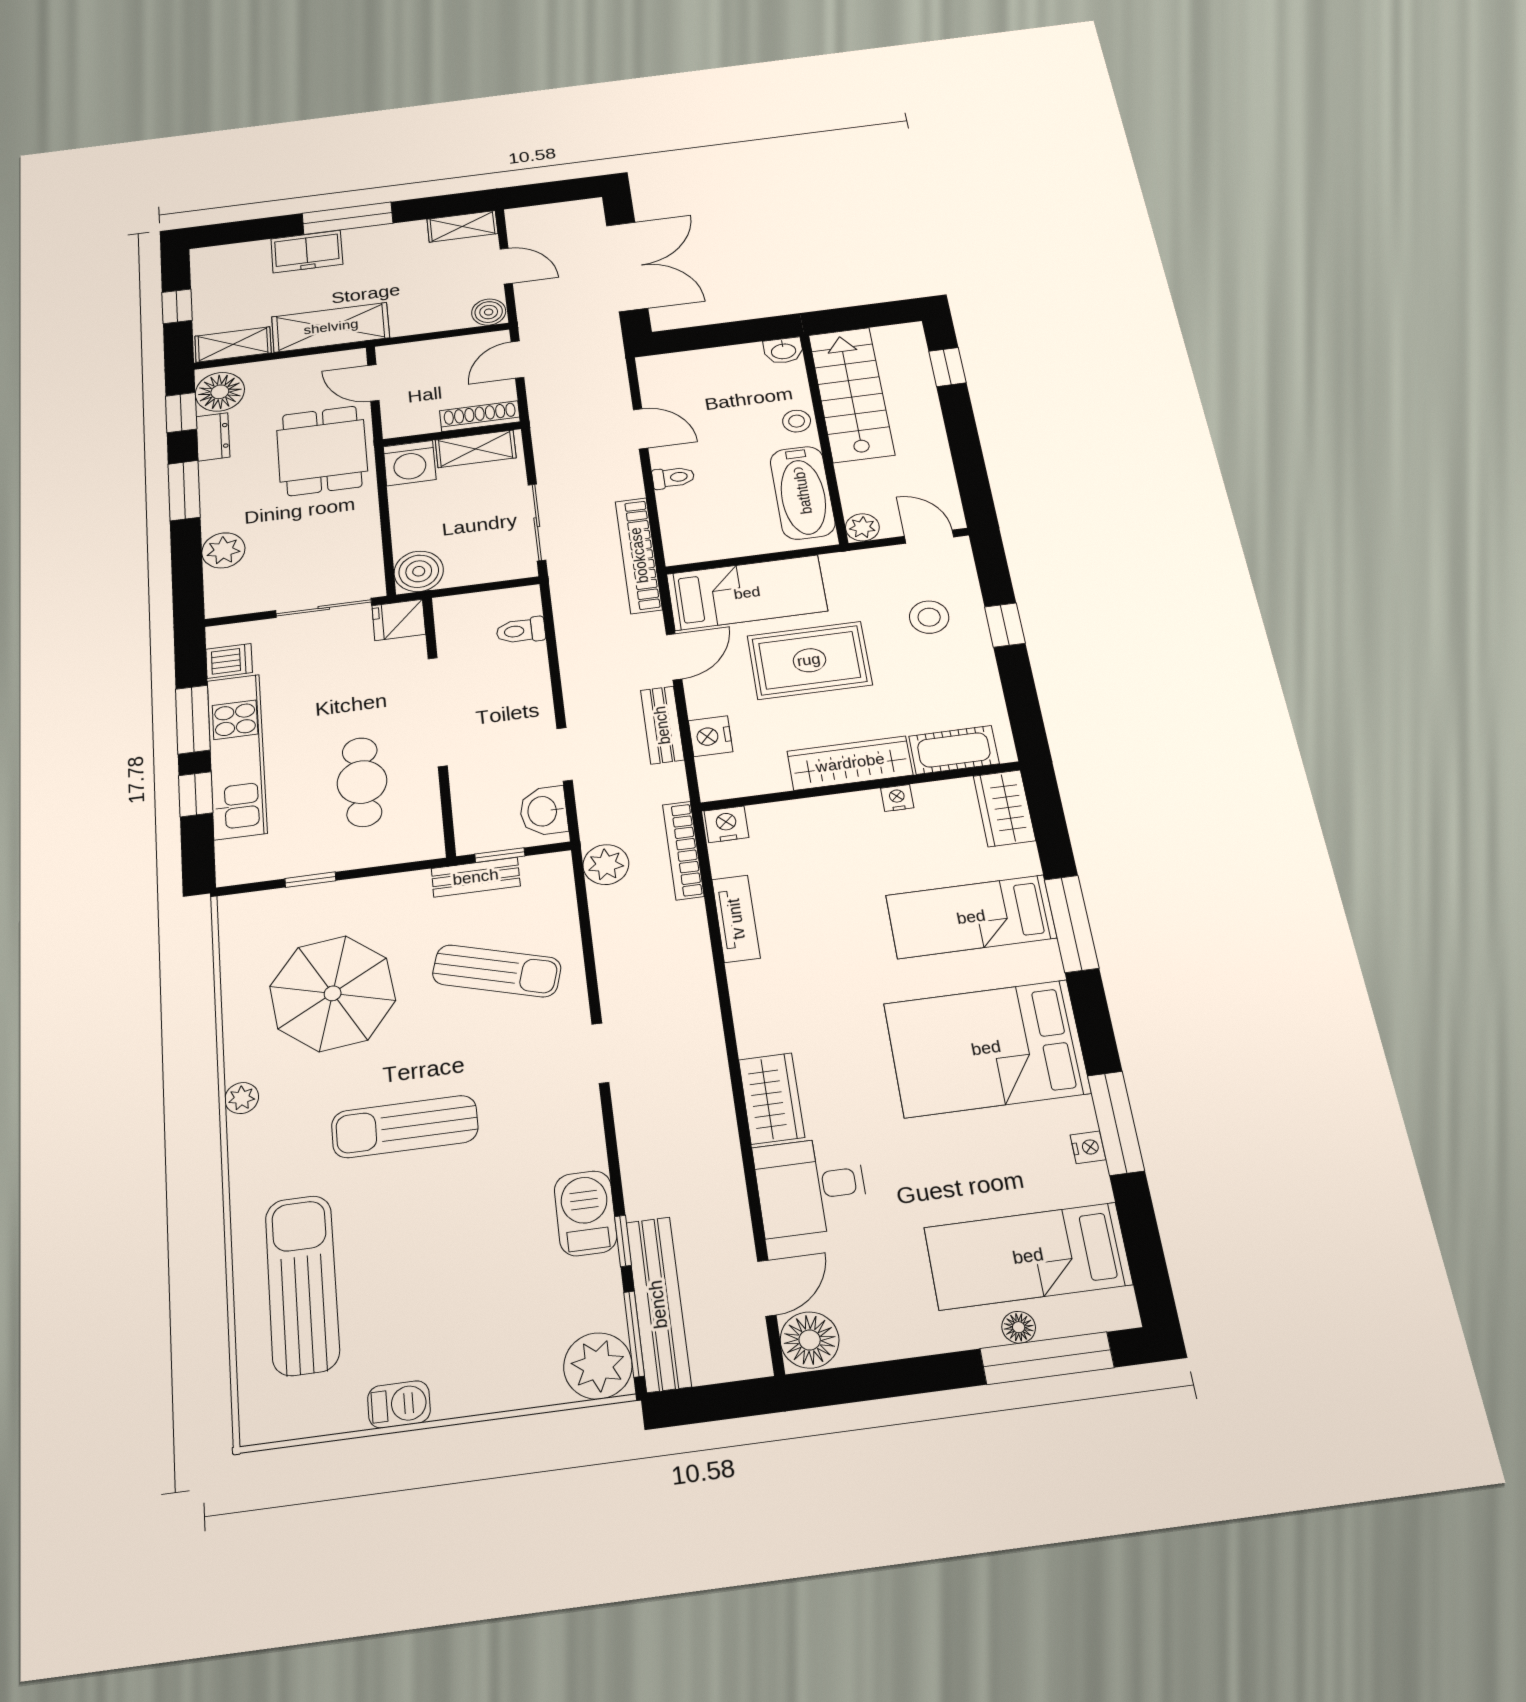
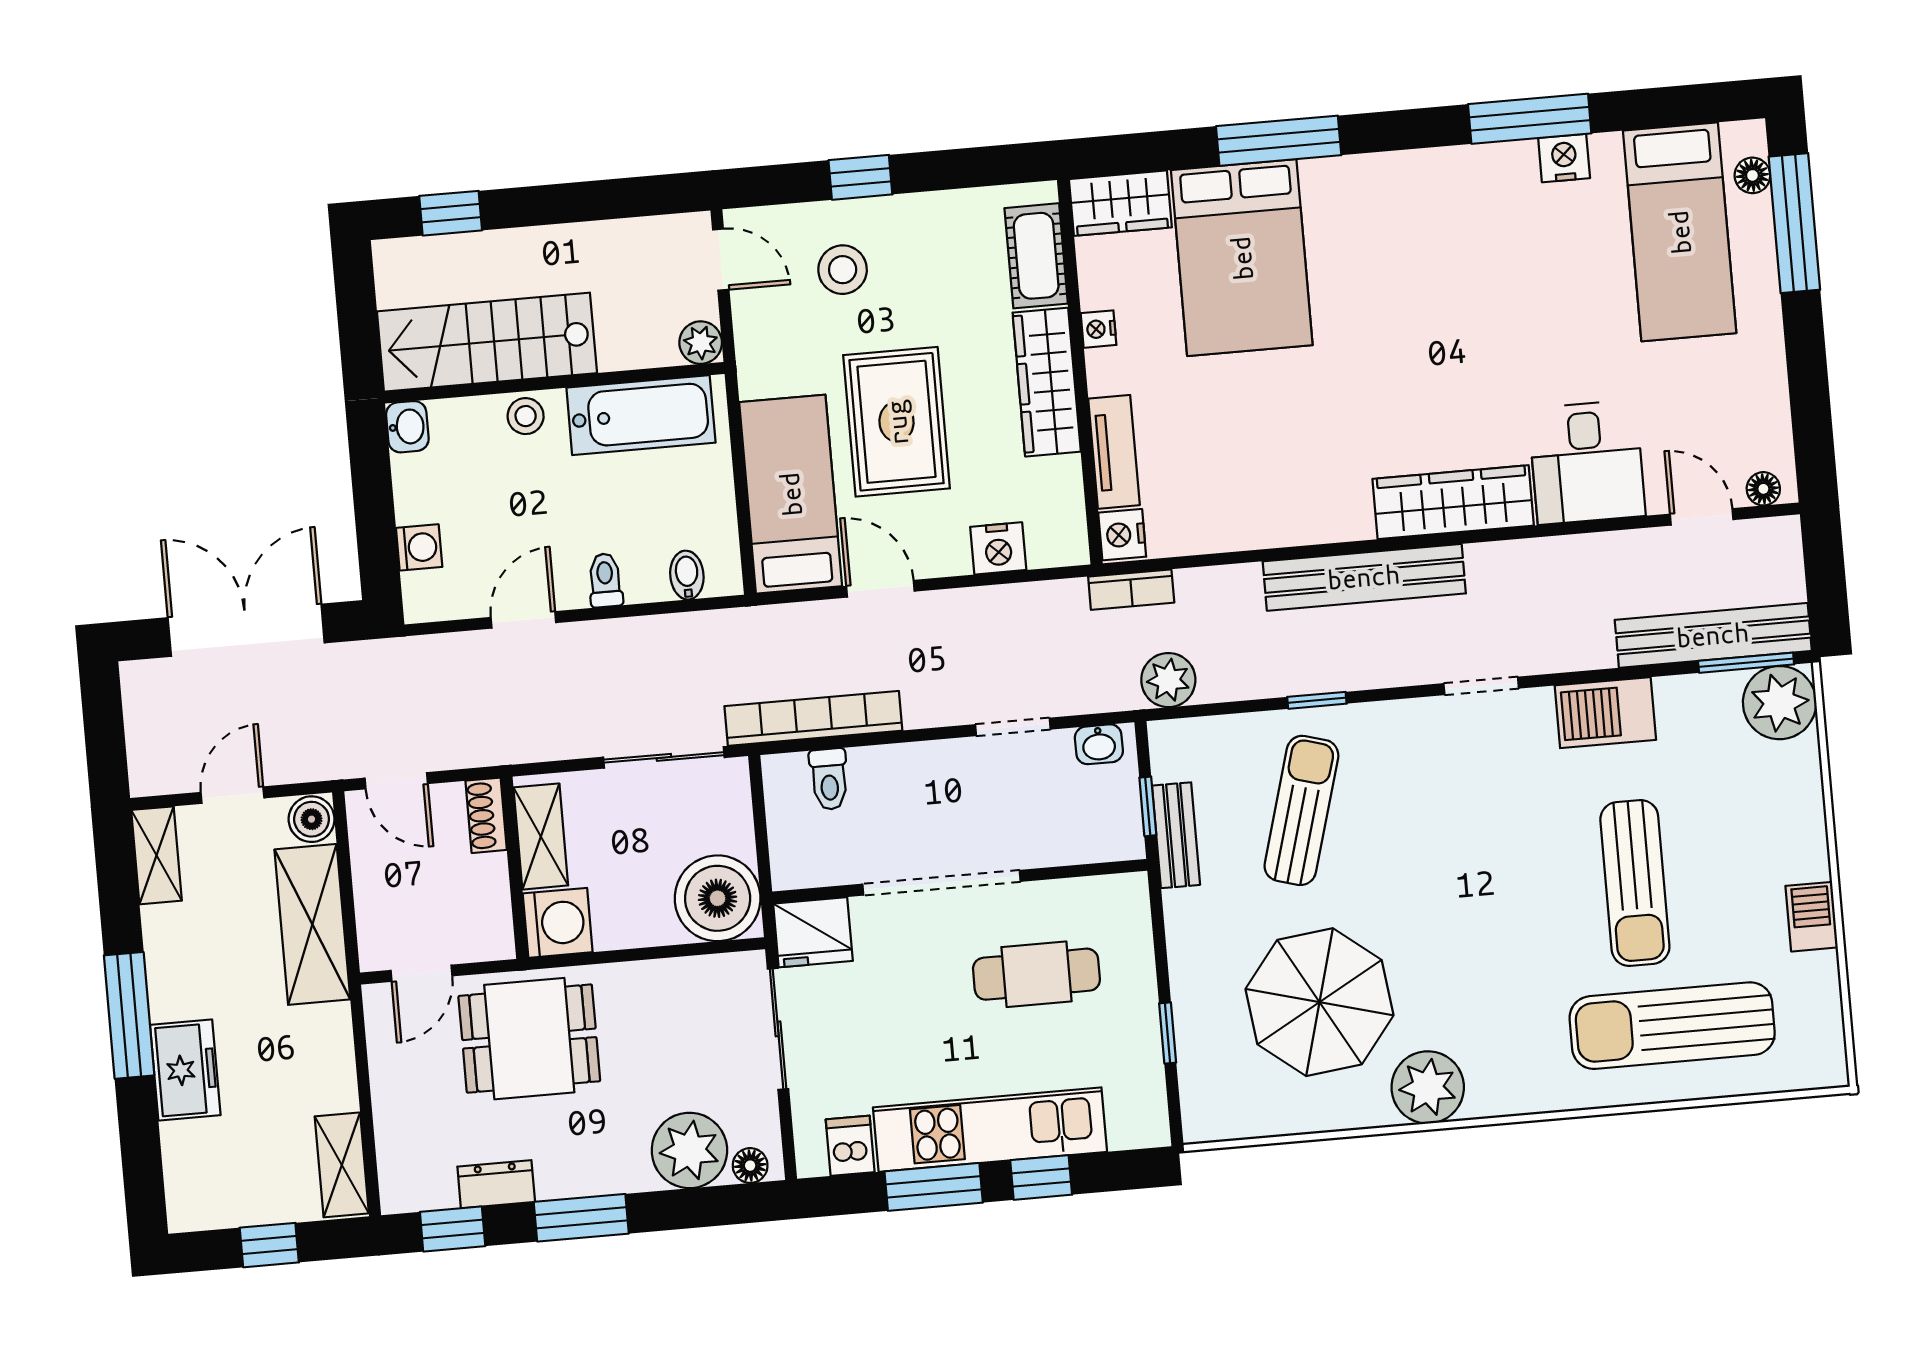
shelving: (331, 327) -> (312, 924), moved
washing machine: (693, 363) -> (419, 547), added
floor lamp: (220, 392) -> (750, 1166), moved, width x0.53, depth x0.53
shoe rack: (480, 416) -> (486, 815), width x0.70
bidet: (679, 529) -> (687, 575), added
door: (929, 537) -> (721, 260), swing flipped
plant: (223, 550) -> (689, 1150), width x1.36, depth x1.36
bookcase: (639, 555) -> (813, 718), moved, turned 180
boiler: (419, 571) -> (718, 898), width x1.37, depth x1.37
fridge: (399, 620) -> (813, 932), width x1.38
bench: (662, 725) -> (1364, 577), moved, width x1.86, depth x1.21
washbasin: (544, 811) -> (1099, 744), width x0.72, depth x0.69
bookcase: (683, 850) -> (1131, 590), width x0.64
bed: (971, 917) -> (1242, 258), width x1.50
tv unit: (736, 919) -> (1114, 452), moved, turned 90
bed: (986, 1048) -> (1431, 254), removed
doorway: (600, 1053) -> (1481, 686), moved
plant: (242, 1098) -> (1428, 1087), width x1.88, depth x1.88
wardrobe: (771, 1098) -> (1453, 502), width x1.50
sun lounger: (405, 1127) -> (1635, 883), moved
nightstand: (1088, 1147) -> (1564, 158), width x1.39, depth x1.35
window: (623, 1241) -> (1317, 700), moved
floor lamp: (1019, 1327) -> (1752, 175), moved
floor lamp: (810, 1340) -> (1763, 489), width x0.53, depth x0.53

